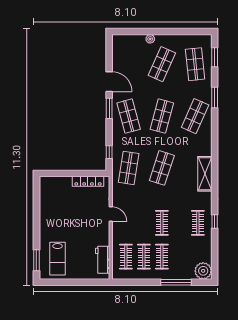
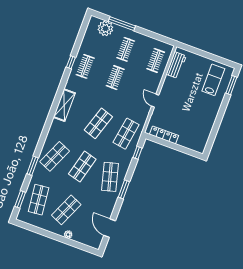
door: (109, 82) -> (110, 228), moved
clothes rail: (144, 257) -> (141, 55), removed
plant: (203, 271) -> (105, 28), moved

